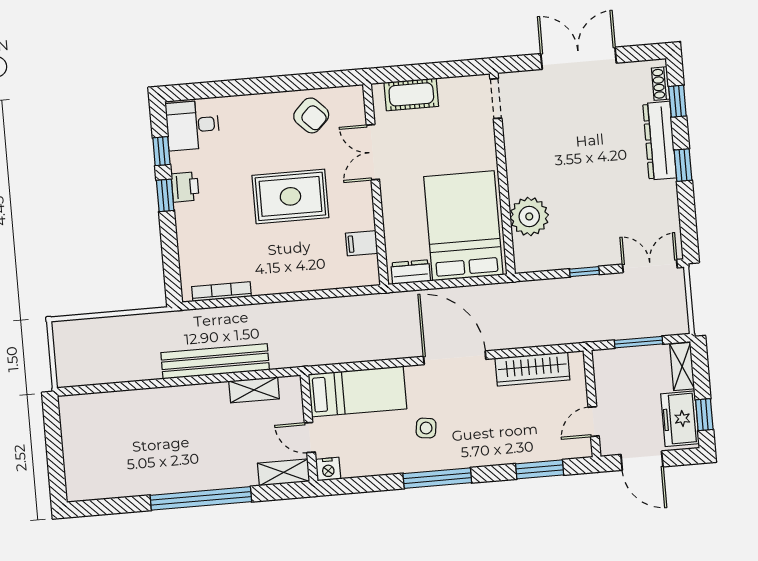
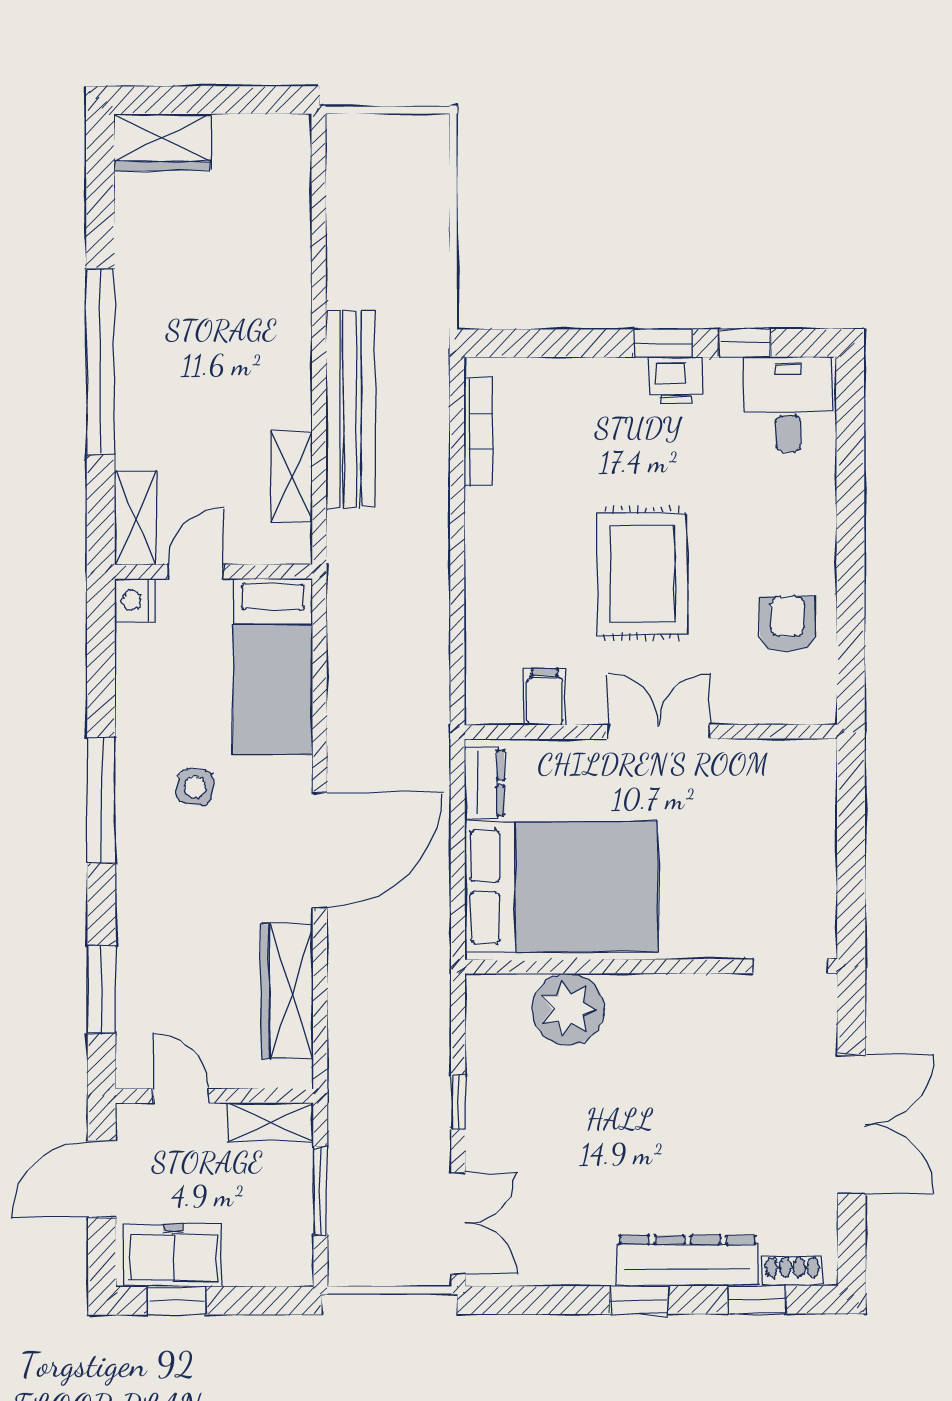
cot: (411, 94) -> (811, 811), removed
armchair: (311, 115) -> (788, 624), turned 135
double door: (373, 152) -> (658, 732), moved
shelving: (682, 366) -> (270, 1122), moved
wardrobe: (79, 475) -> (162, 142), added

